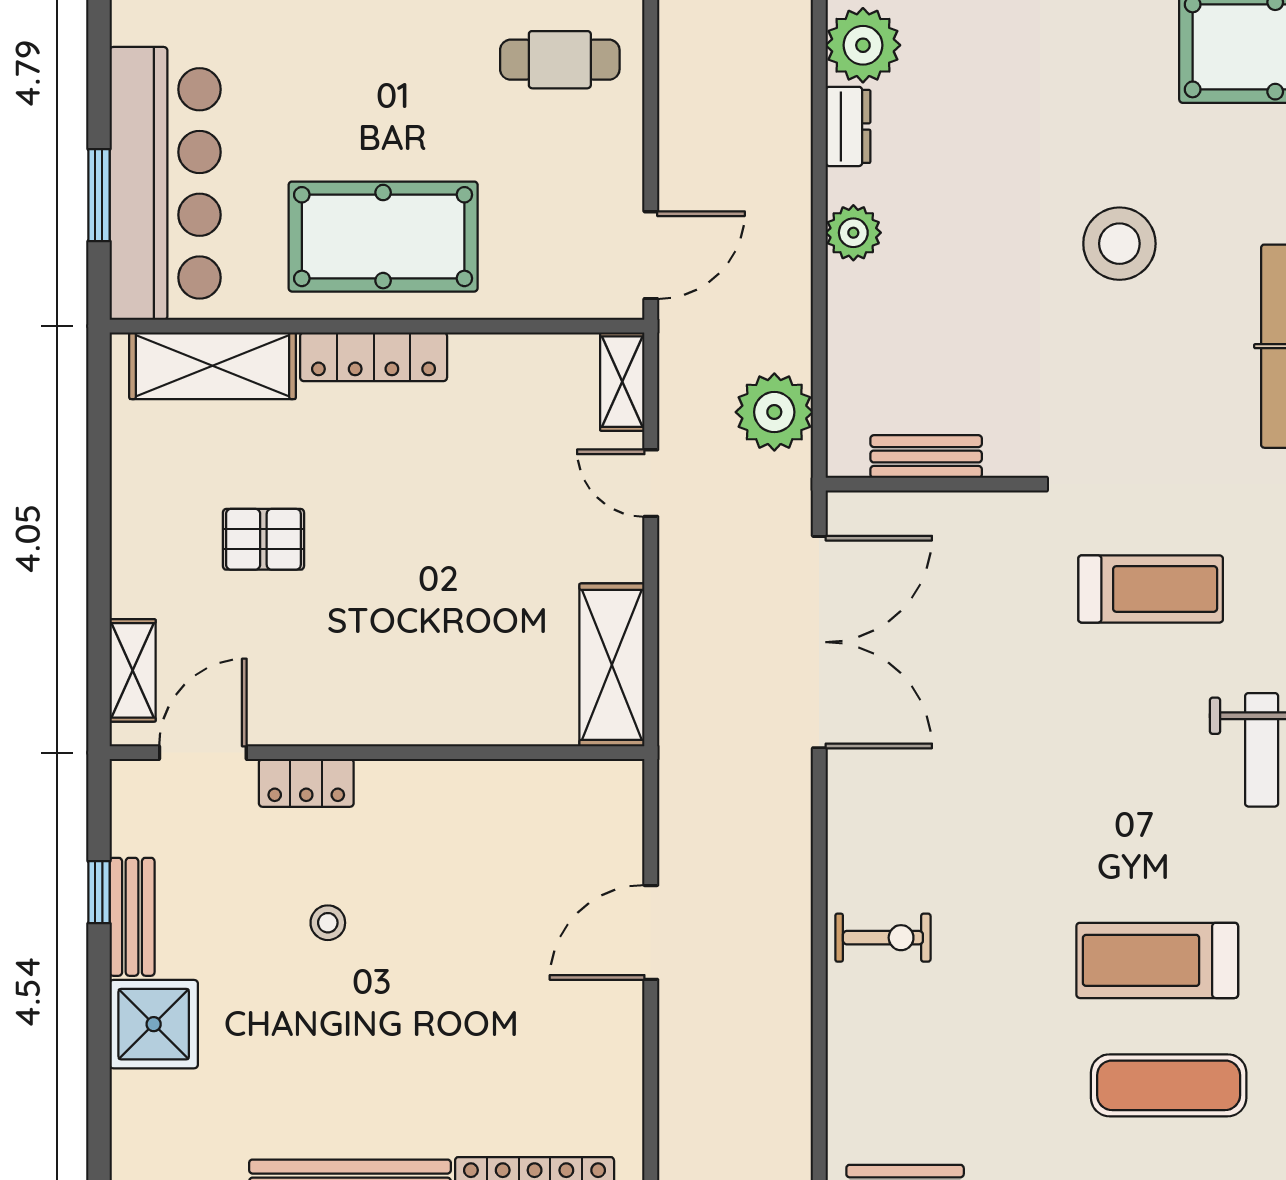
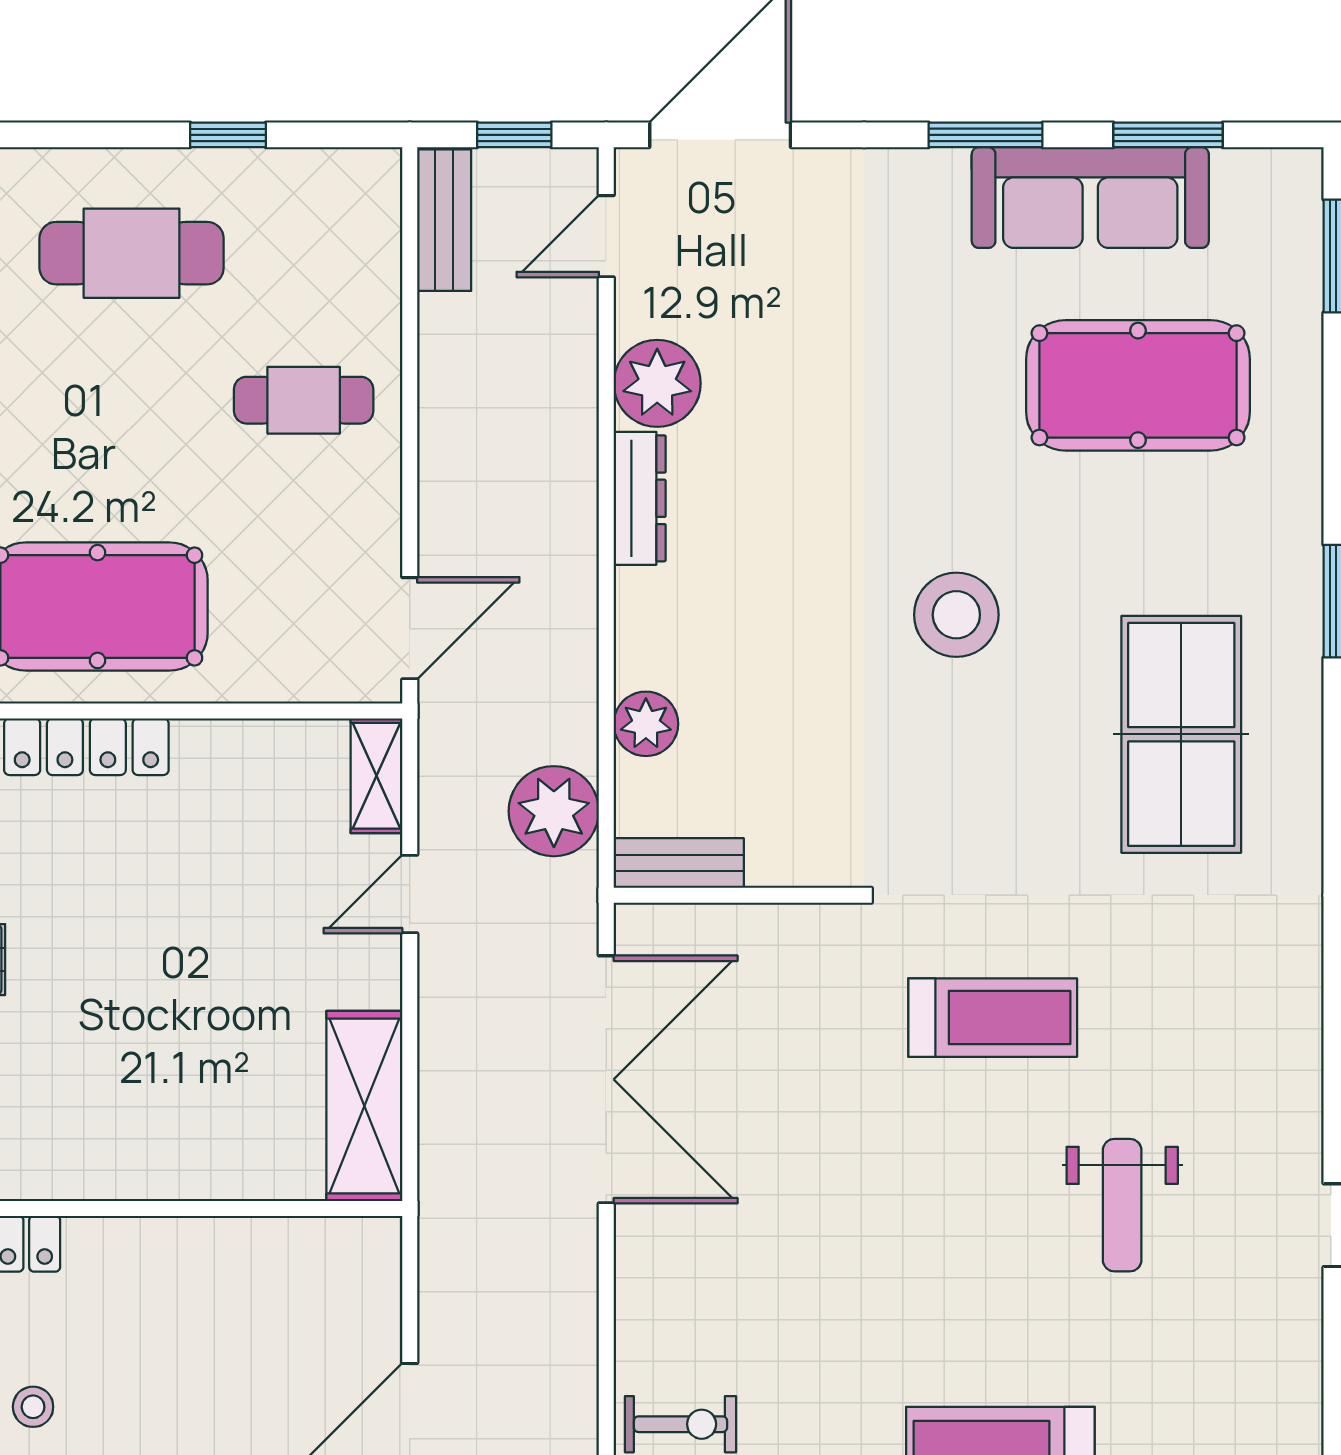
dresser: (848, 126) -> (640, 498), width x1.44
plant: (853, 233) -> (646, 724), moved
bench: (926, 456) -> (679, 863), moved
door: (651, 483) -> (410, 894), hinge flipped

